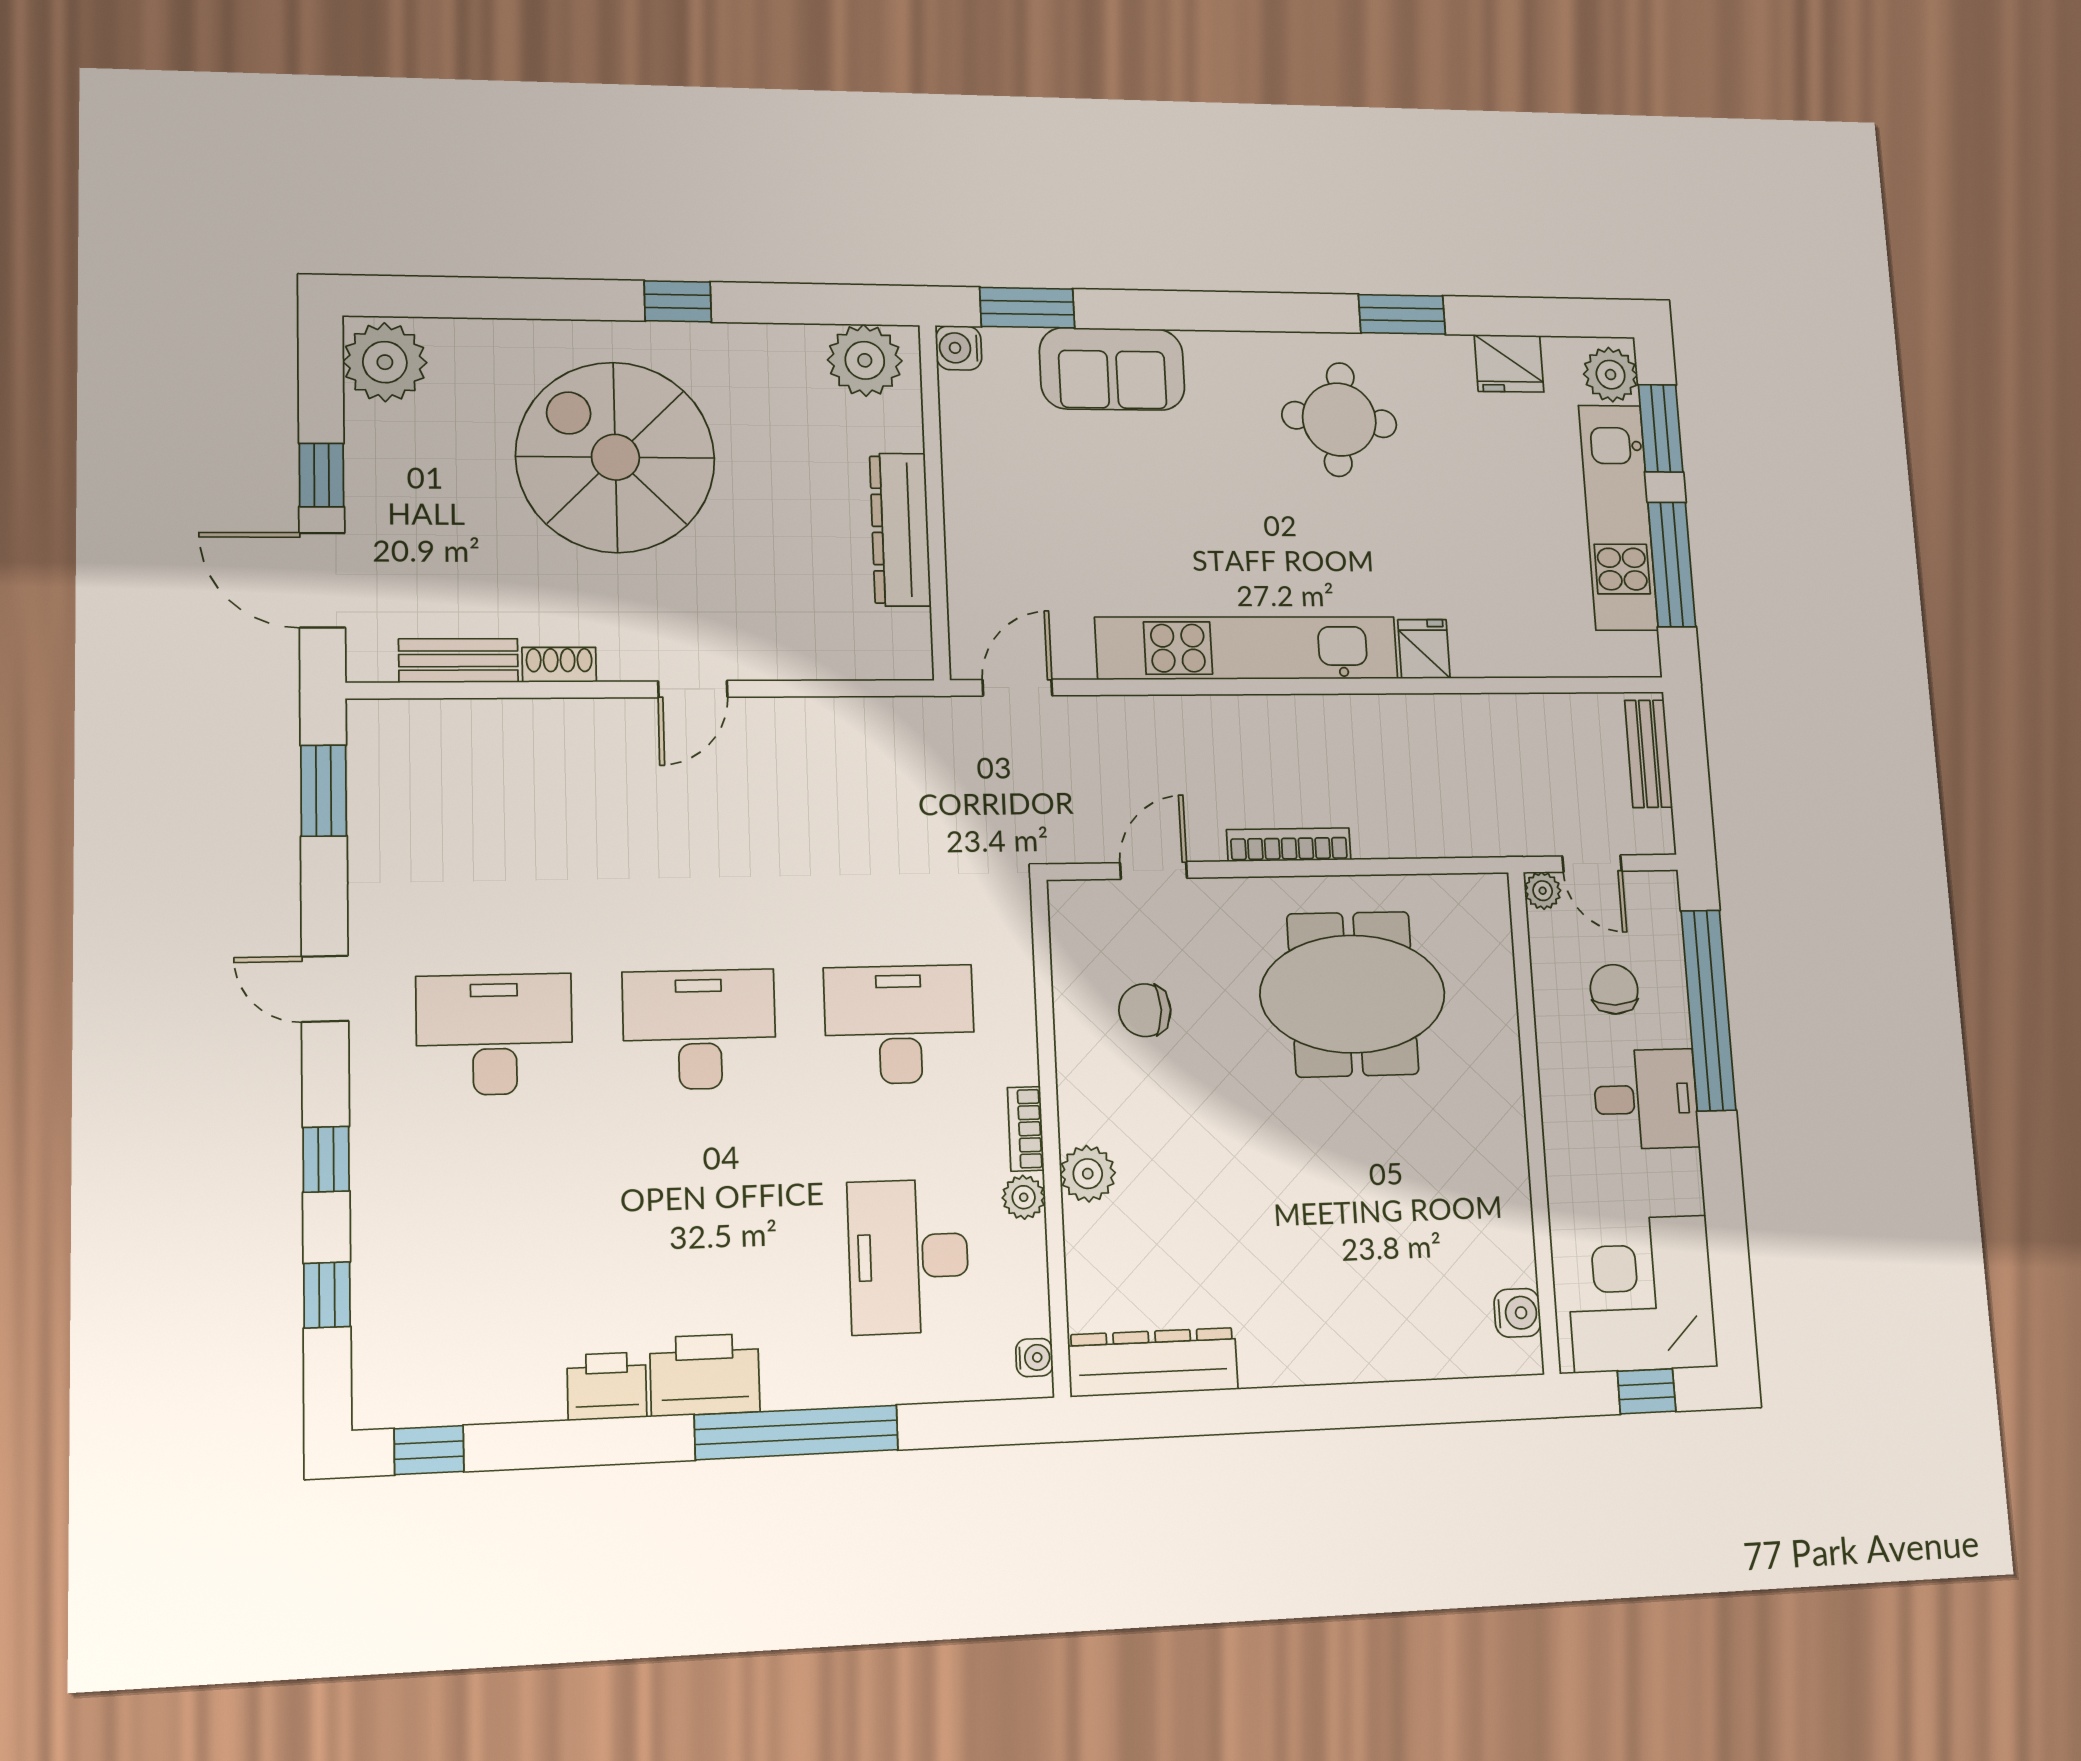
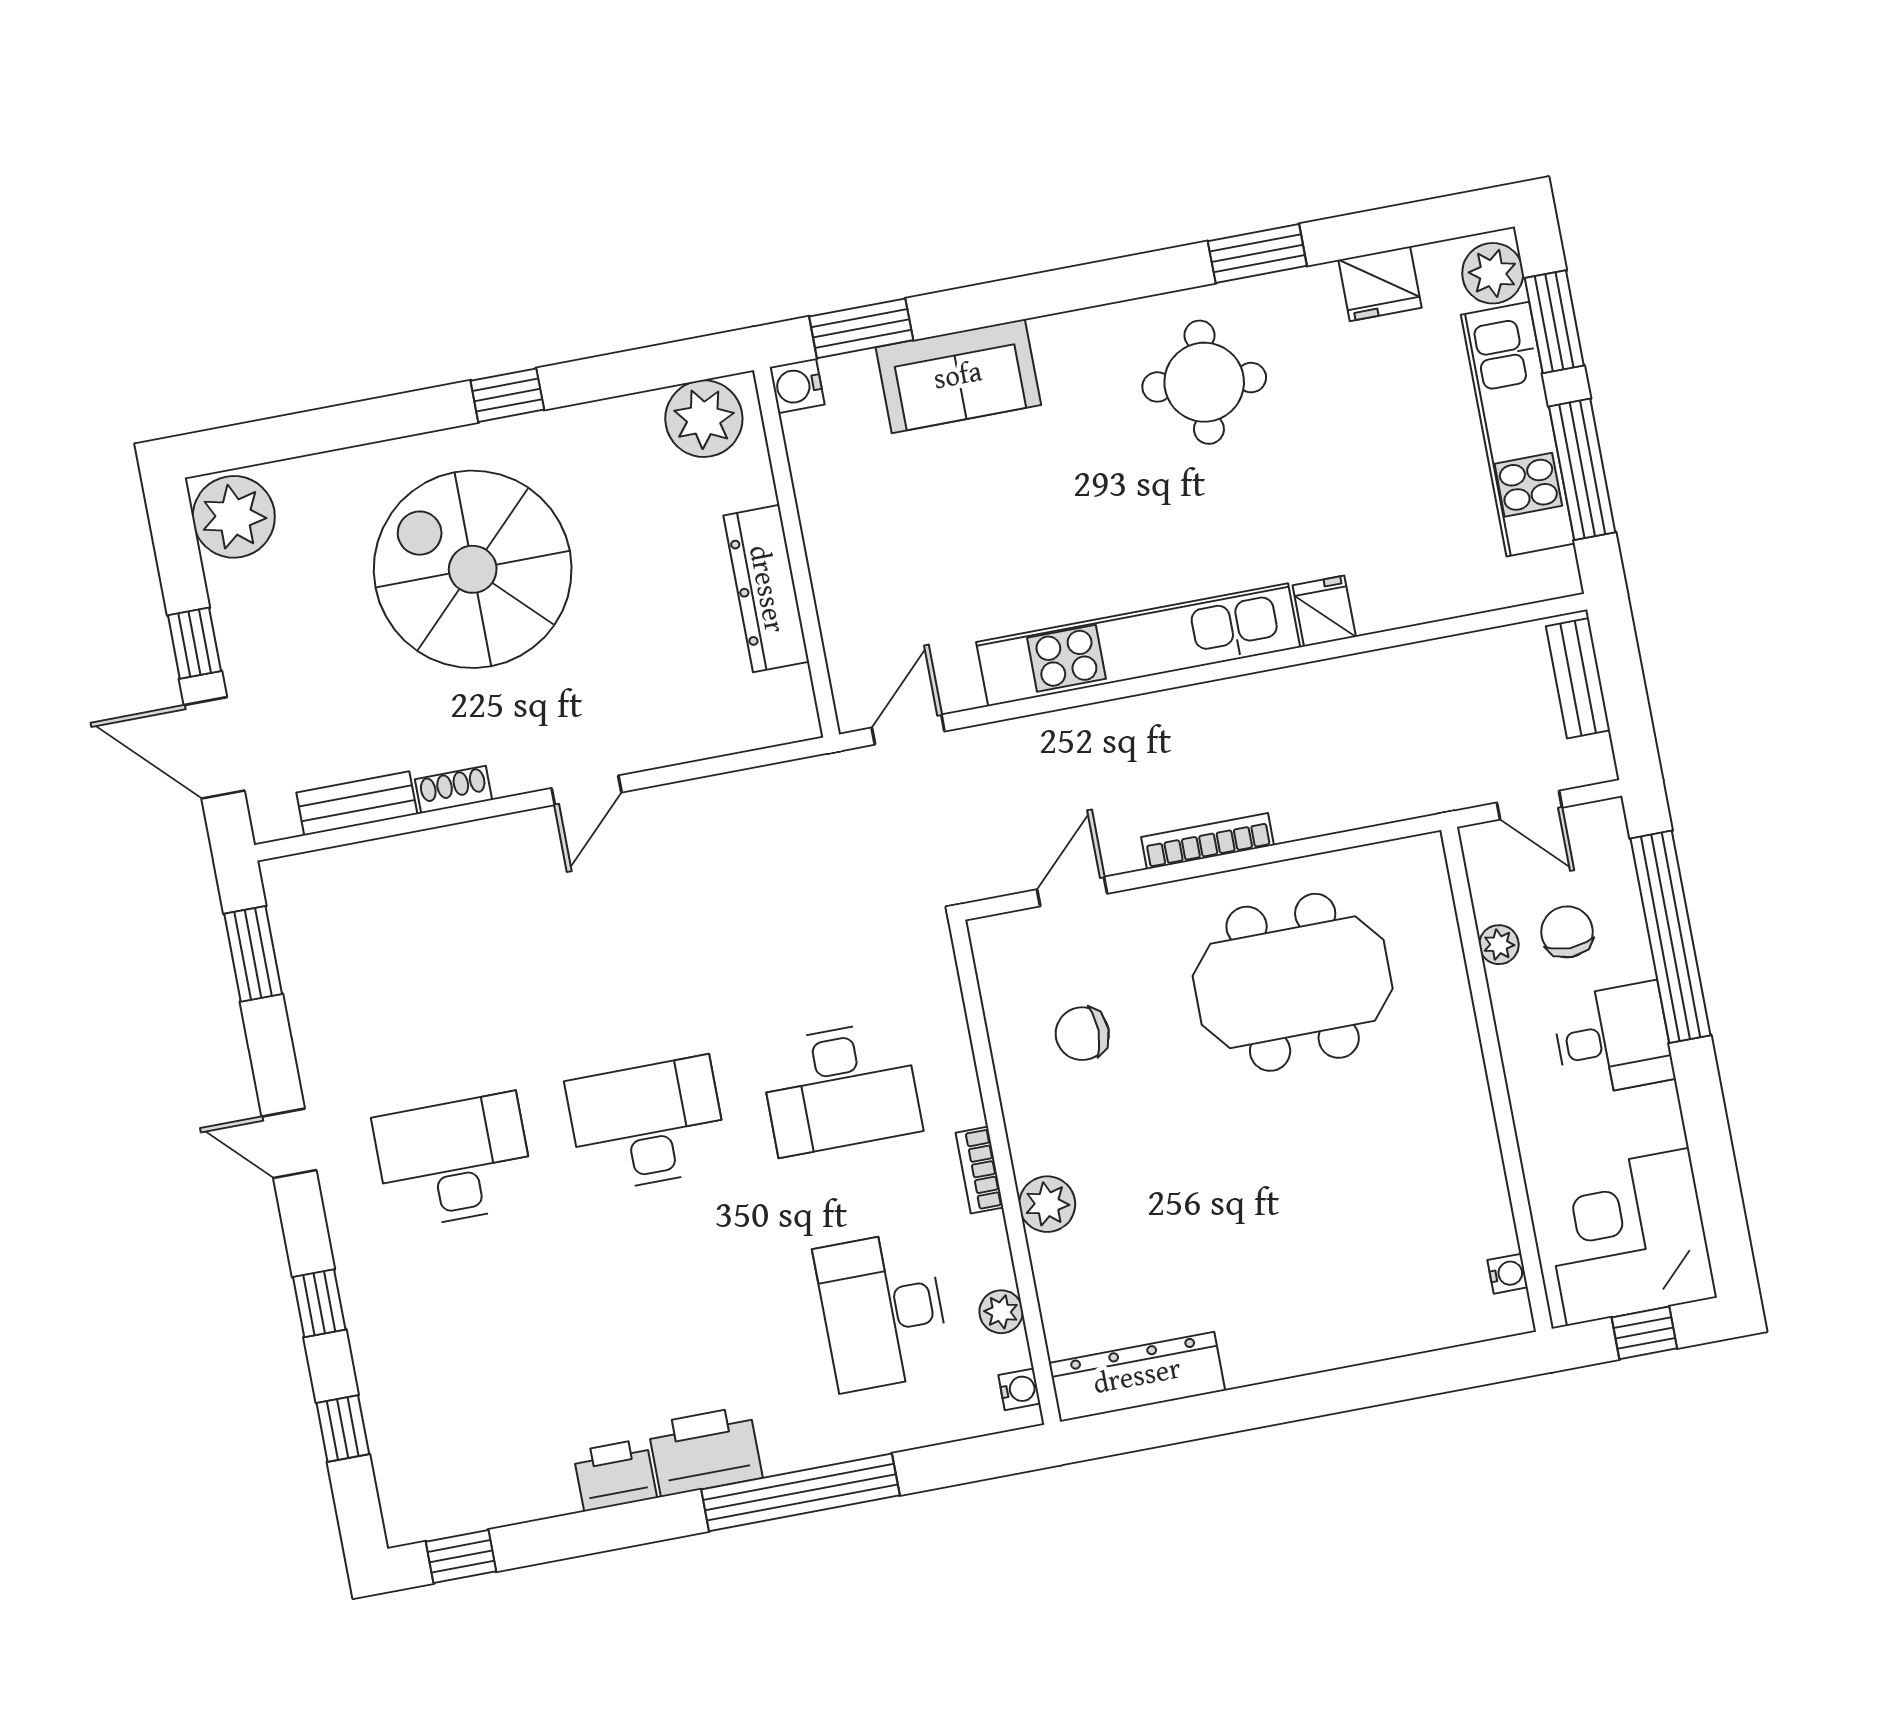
plant: (1543, 891) -> (1499, 945), moved
desk: (900, 1024) -> (840, 1088), turned 180
plant: (1024, 1197) -> (1001, 1312), moved
water cooler: (1517, 1313) -> (1508, 1274), width x0.72, depth x0.72

